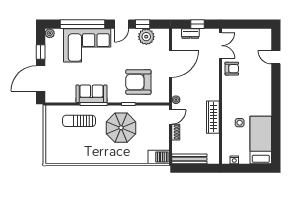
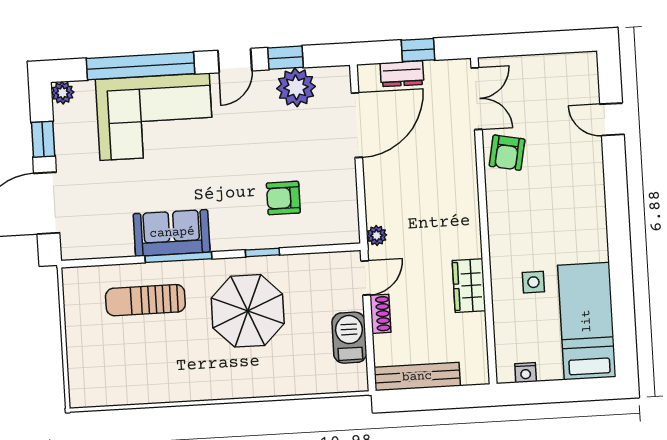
door: (170, 64) -> (357, 125), moved
armchair: (232, 69) -> (507, 153), turned 101
armchair: (138, 82) -> (283, 198), width x0.53, depth x0.53
wardrobe: (213, 117) -> (469, 286), width x0.67
barbecue: (159, 157) -> (349, 338), moved, turned -90

